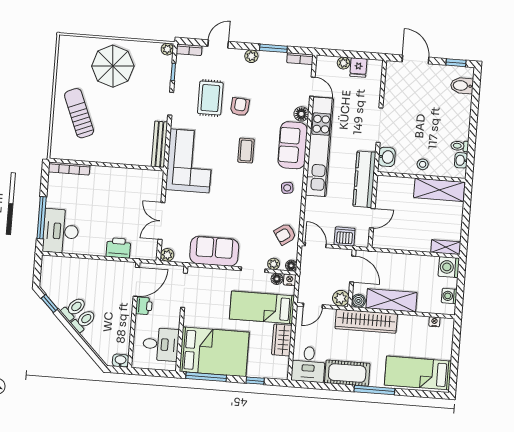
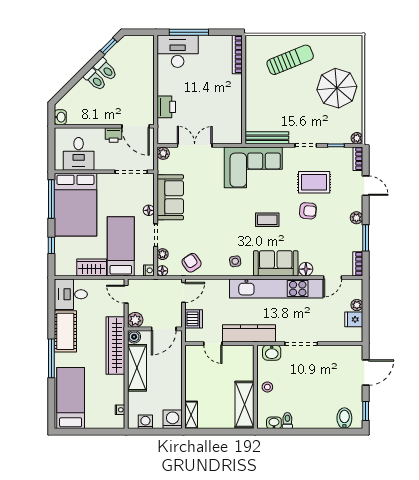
floor lamp: (277, 279) -> (149, 210), moved

